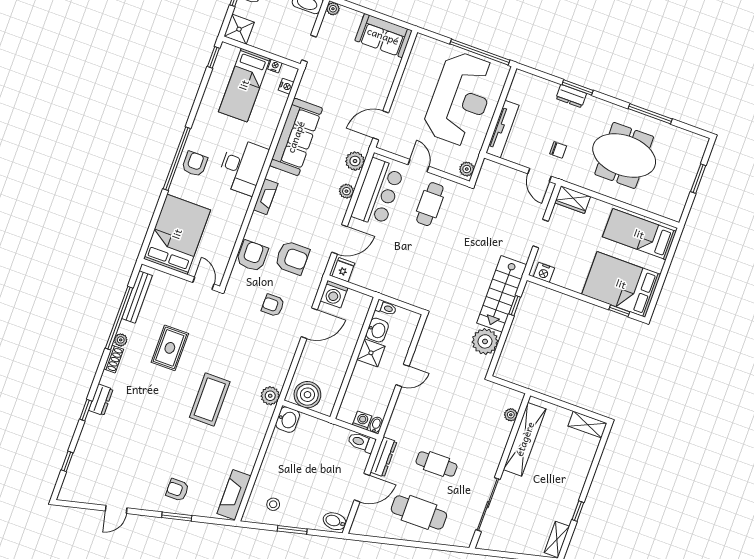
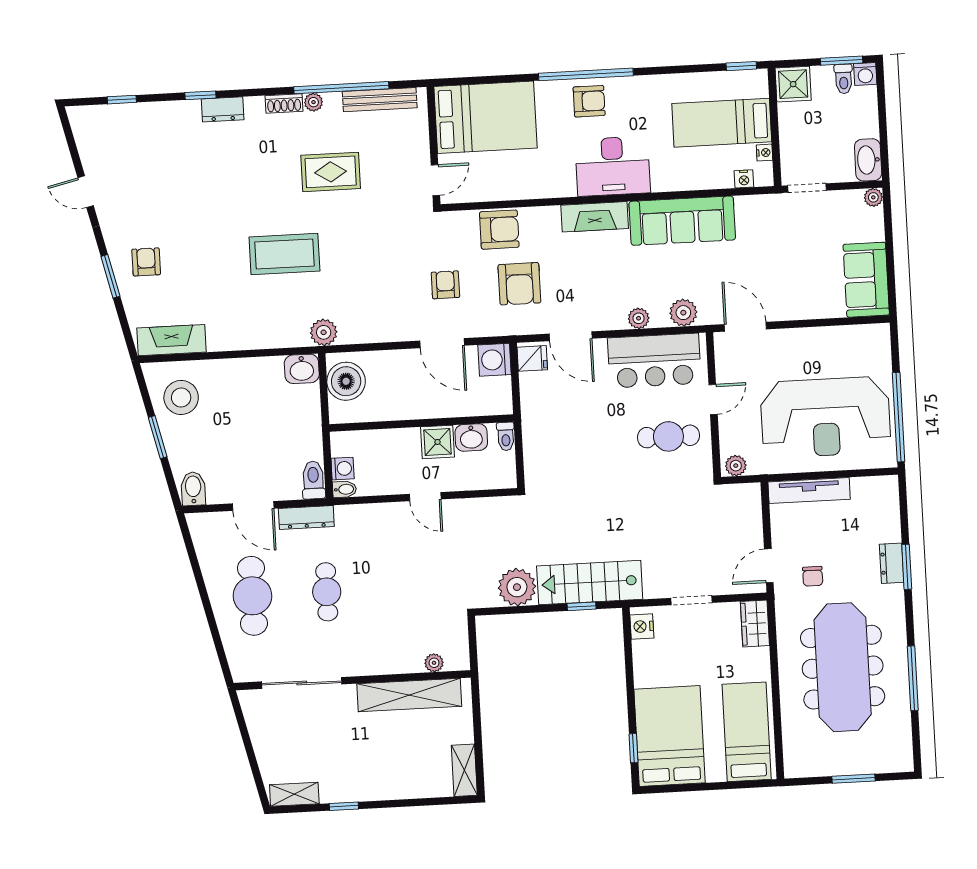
meeting table: (624, 155) -> (843, 667), width x1.36
fireplace: (266, 197) -> (595, 217), width x1.37, depth x1.32
stool: (273, 504) -> (181, 397), width x1.89, depth x1.89

